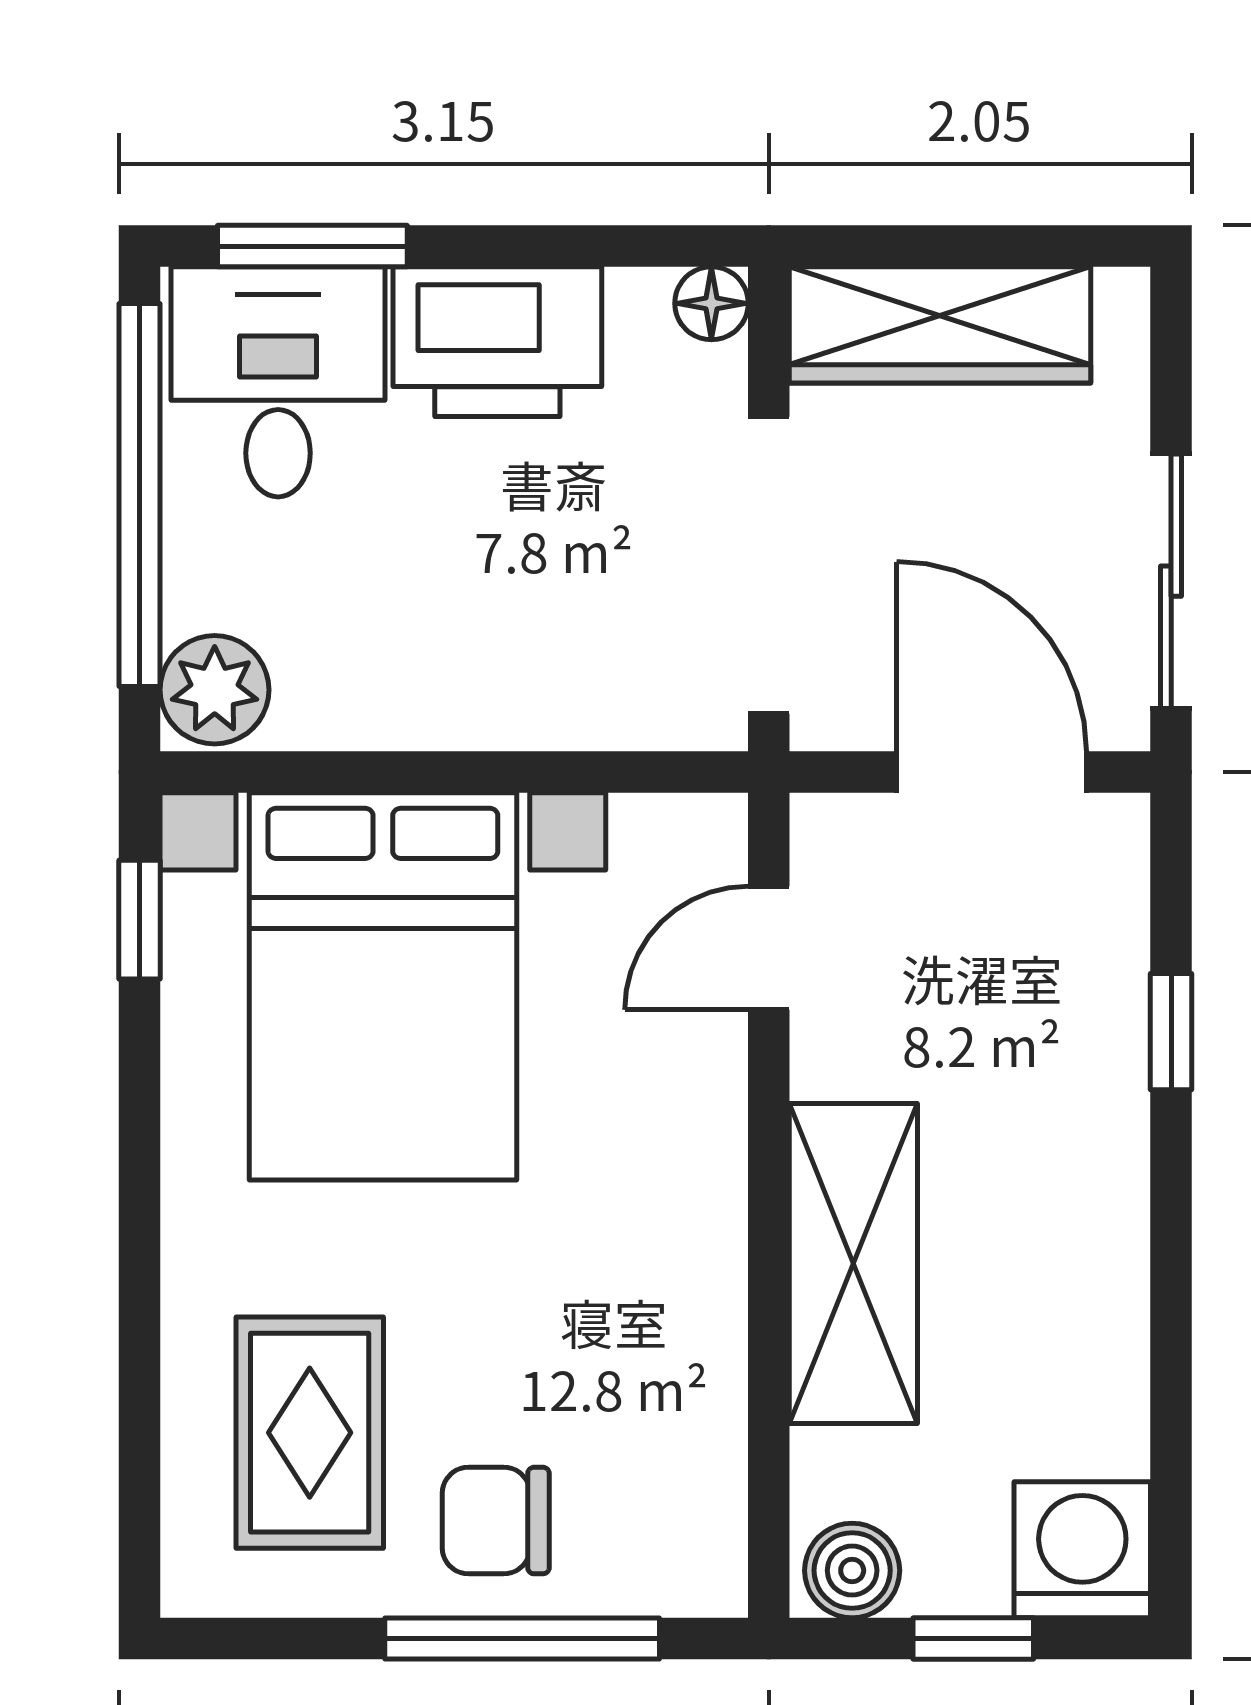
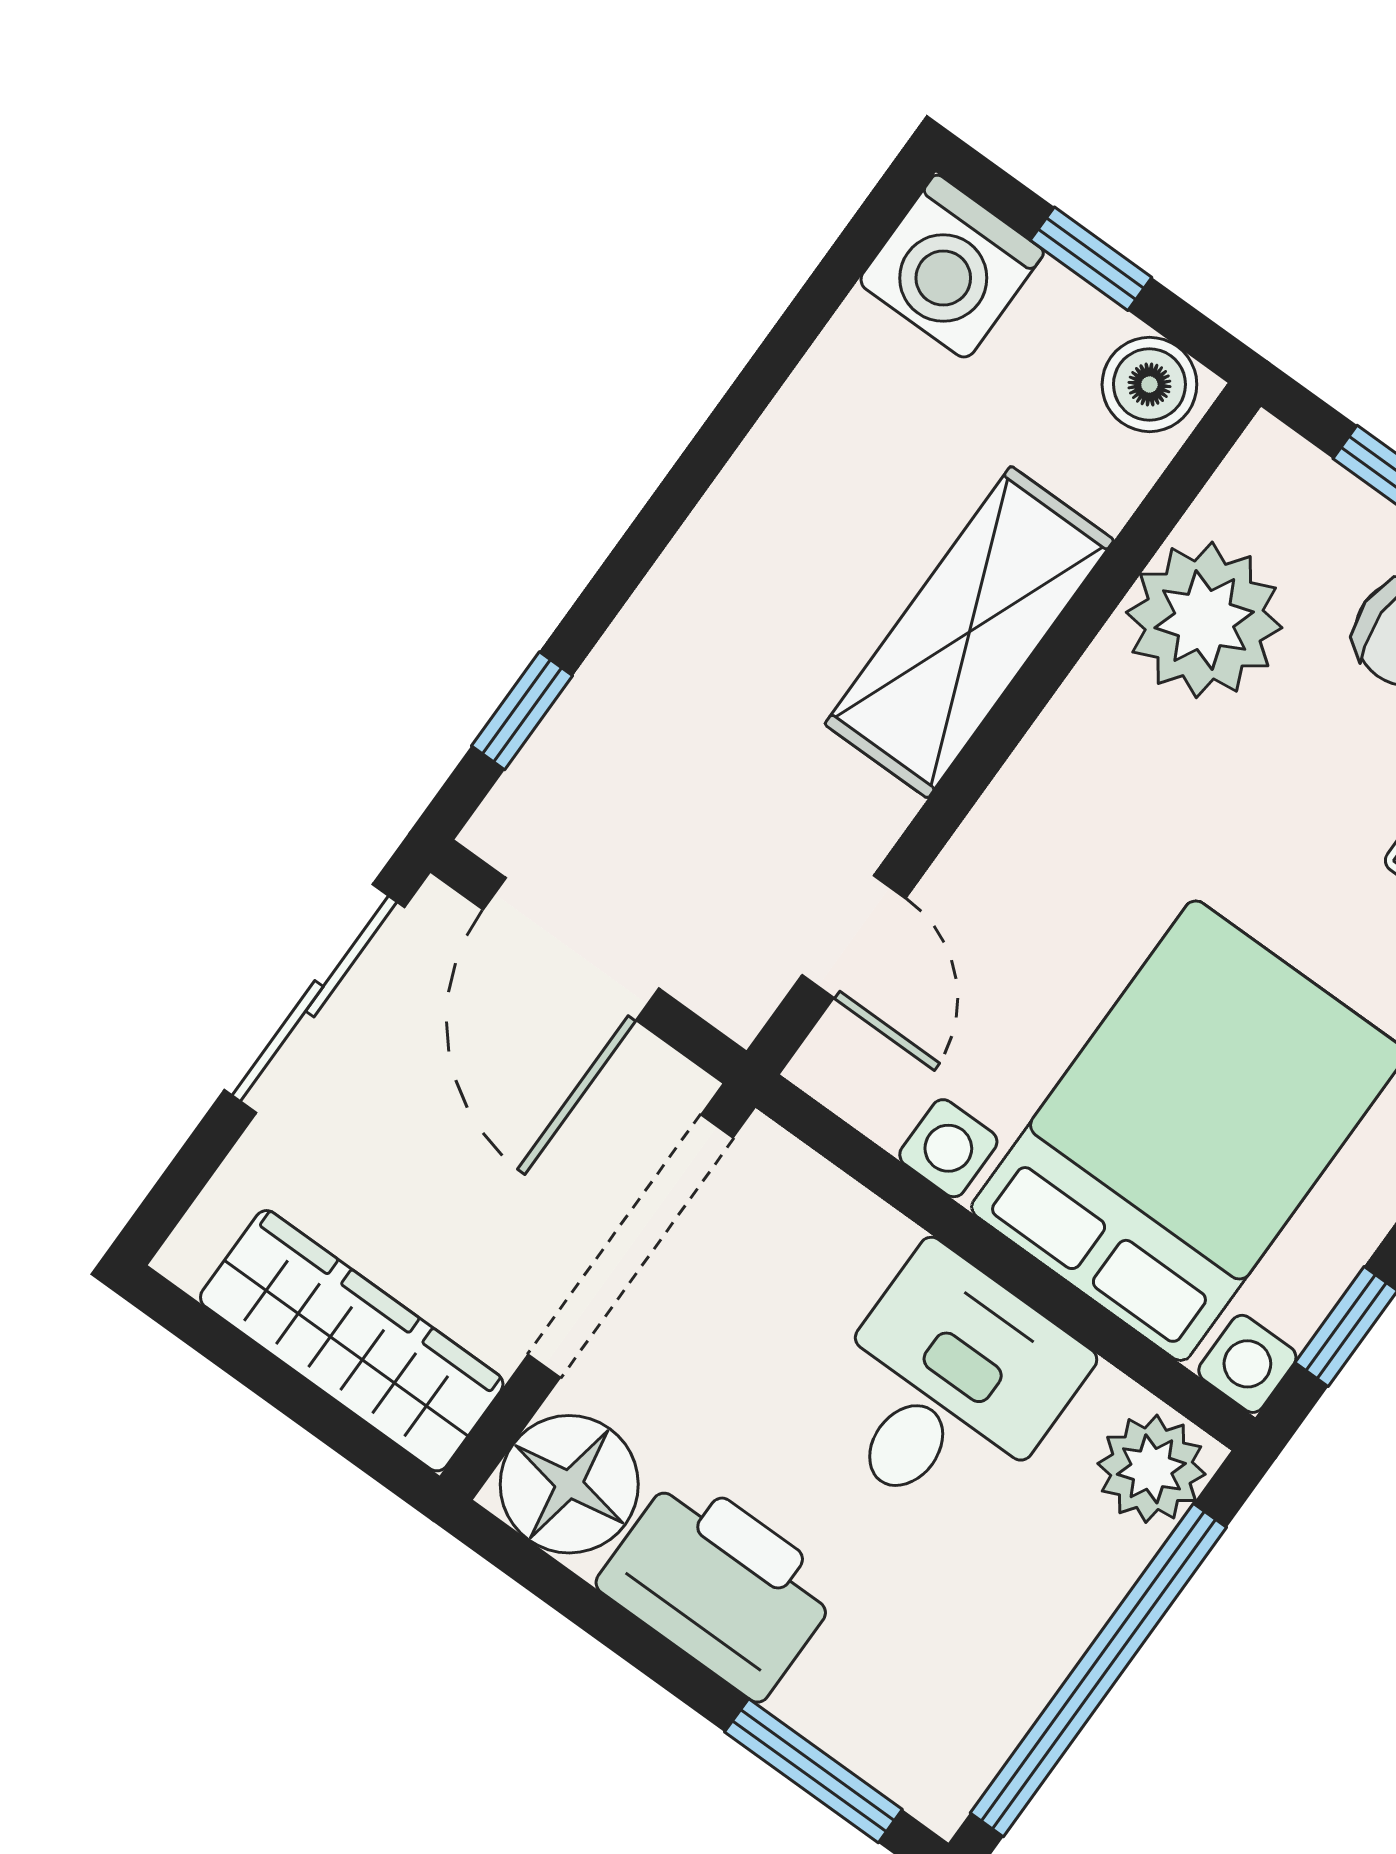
floor lamp: (711, 303) -> (569, 1484), width x1.89, depth x1.89
desk: (278, 382) -> (948, 1388), moved, turned 180
door: (769, 948) -> (854, 937), hinge flipped
window: (1171, 1032) -> (522, 711), moved
plant: (670, 1411) -> (1204, 620), added

